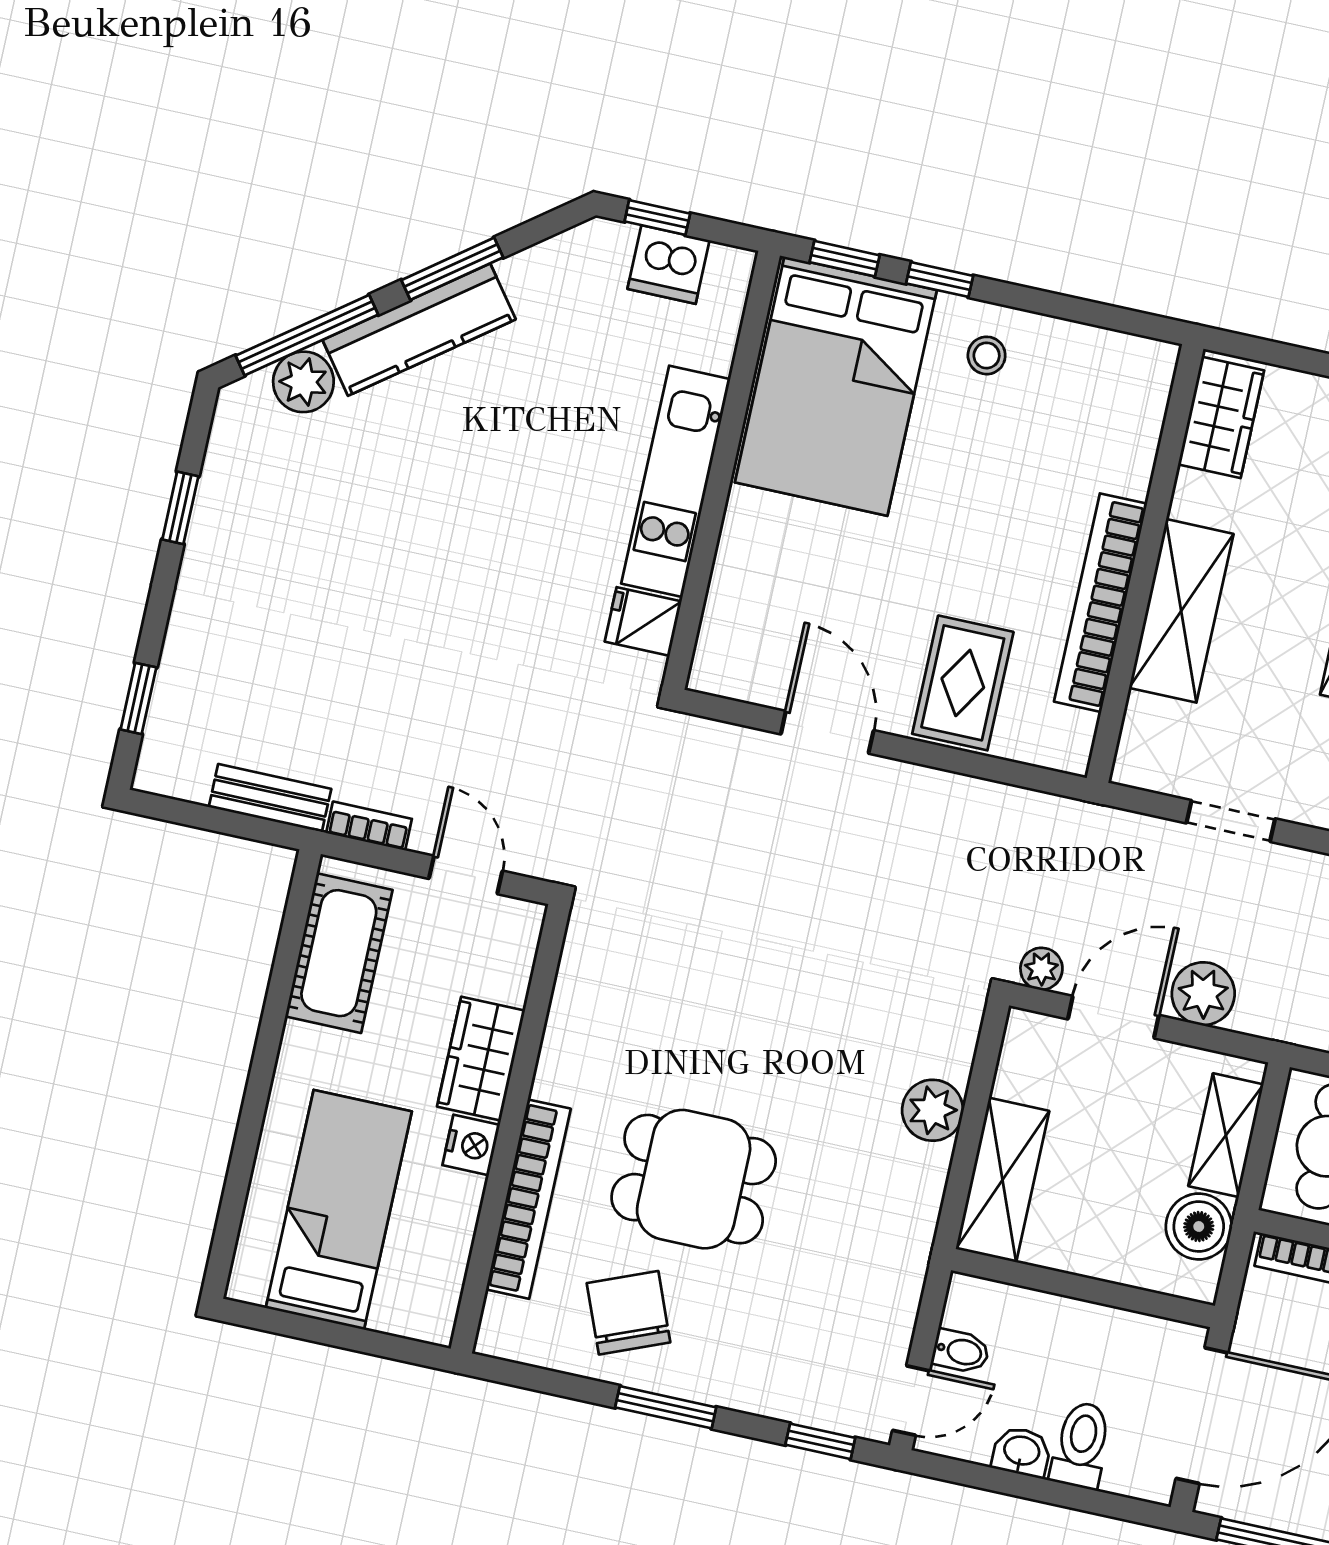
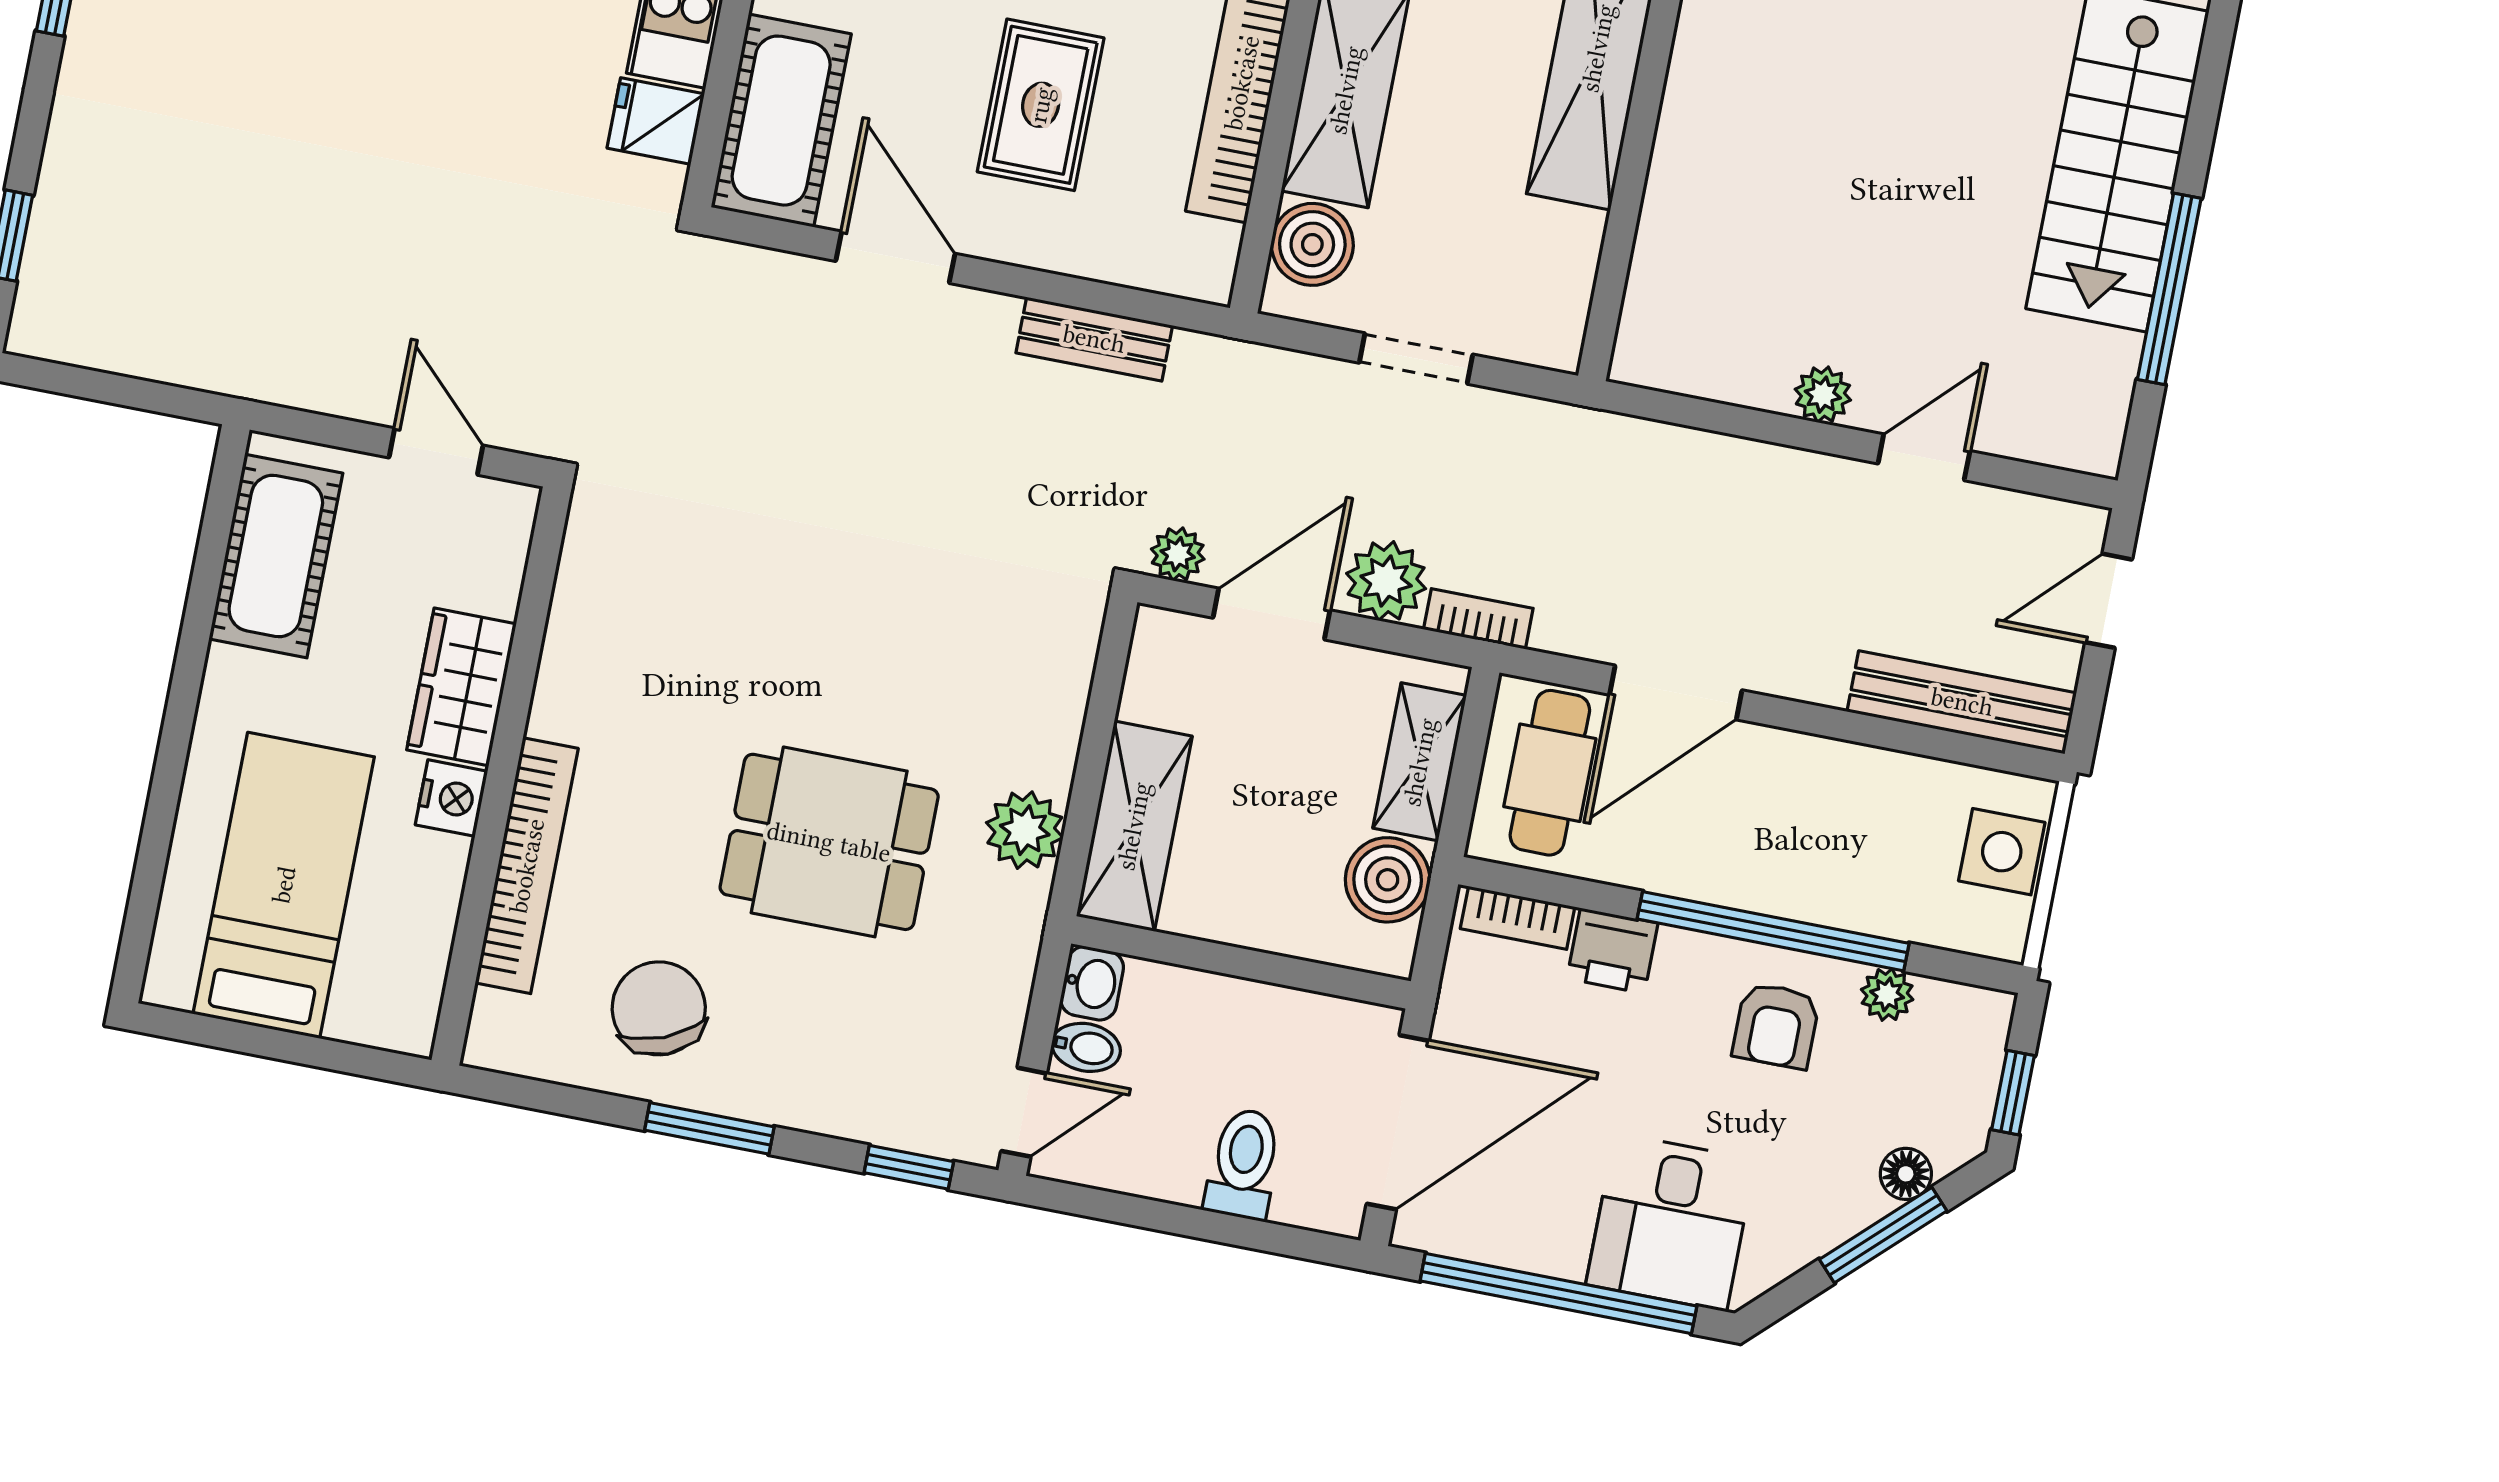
cot: (741, 624) -> (781, 121), added
rug: (963, 683) -> (1041, 105), moved
boiler: (1152, 730) -> (1312, 244), added
bench: (270, 798) -> (1094, 339), moved
bookcase: (369, 826) -> (1478, 619), moved
plant: (933, 1110) -> (1025, 830), moved
dining table: (694, 1179) -> (829, 842), moved
washbasin: (1021, 1452) -> (1092, 983), moved, turned 90

